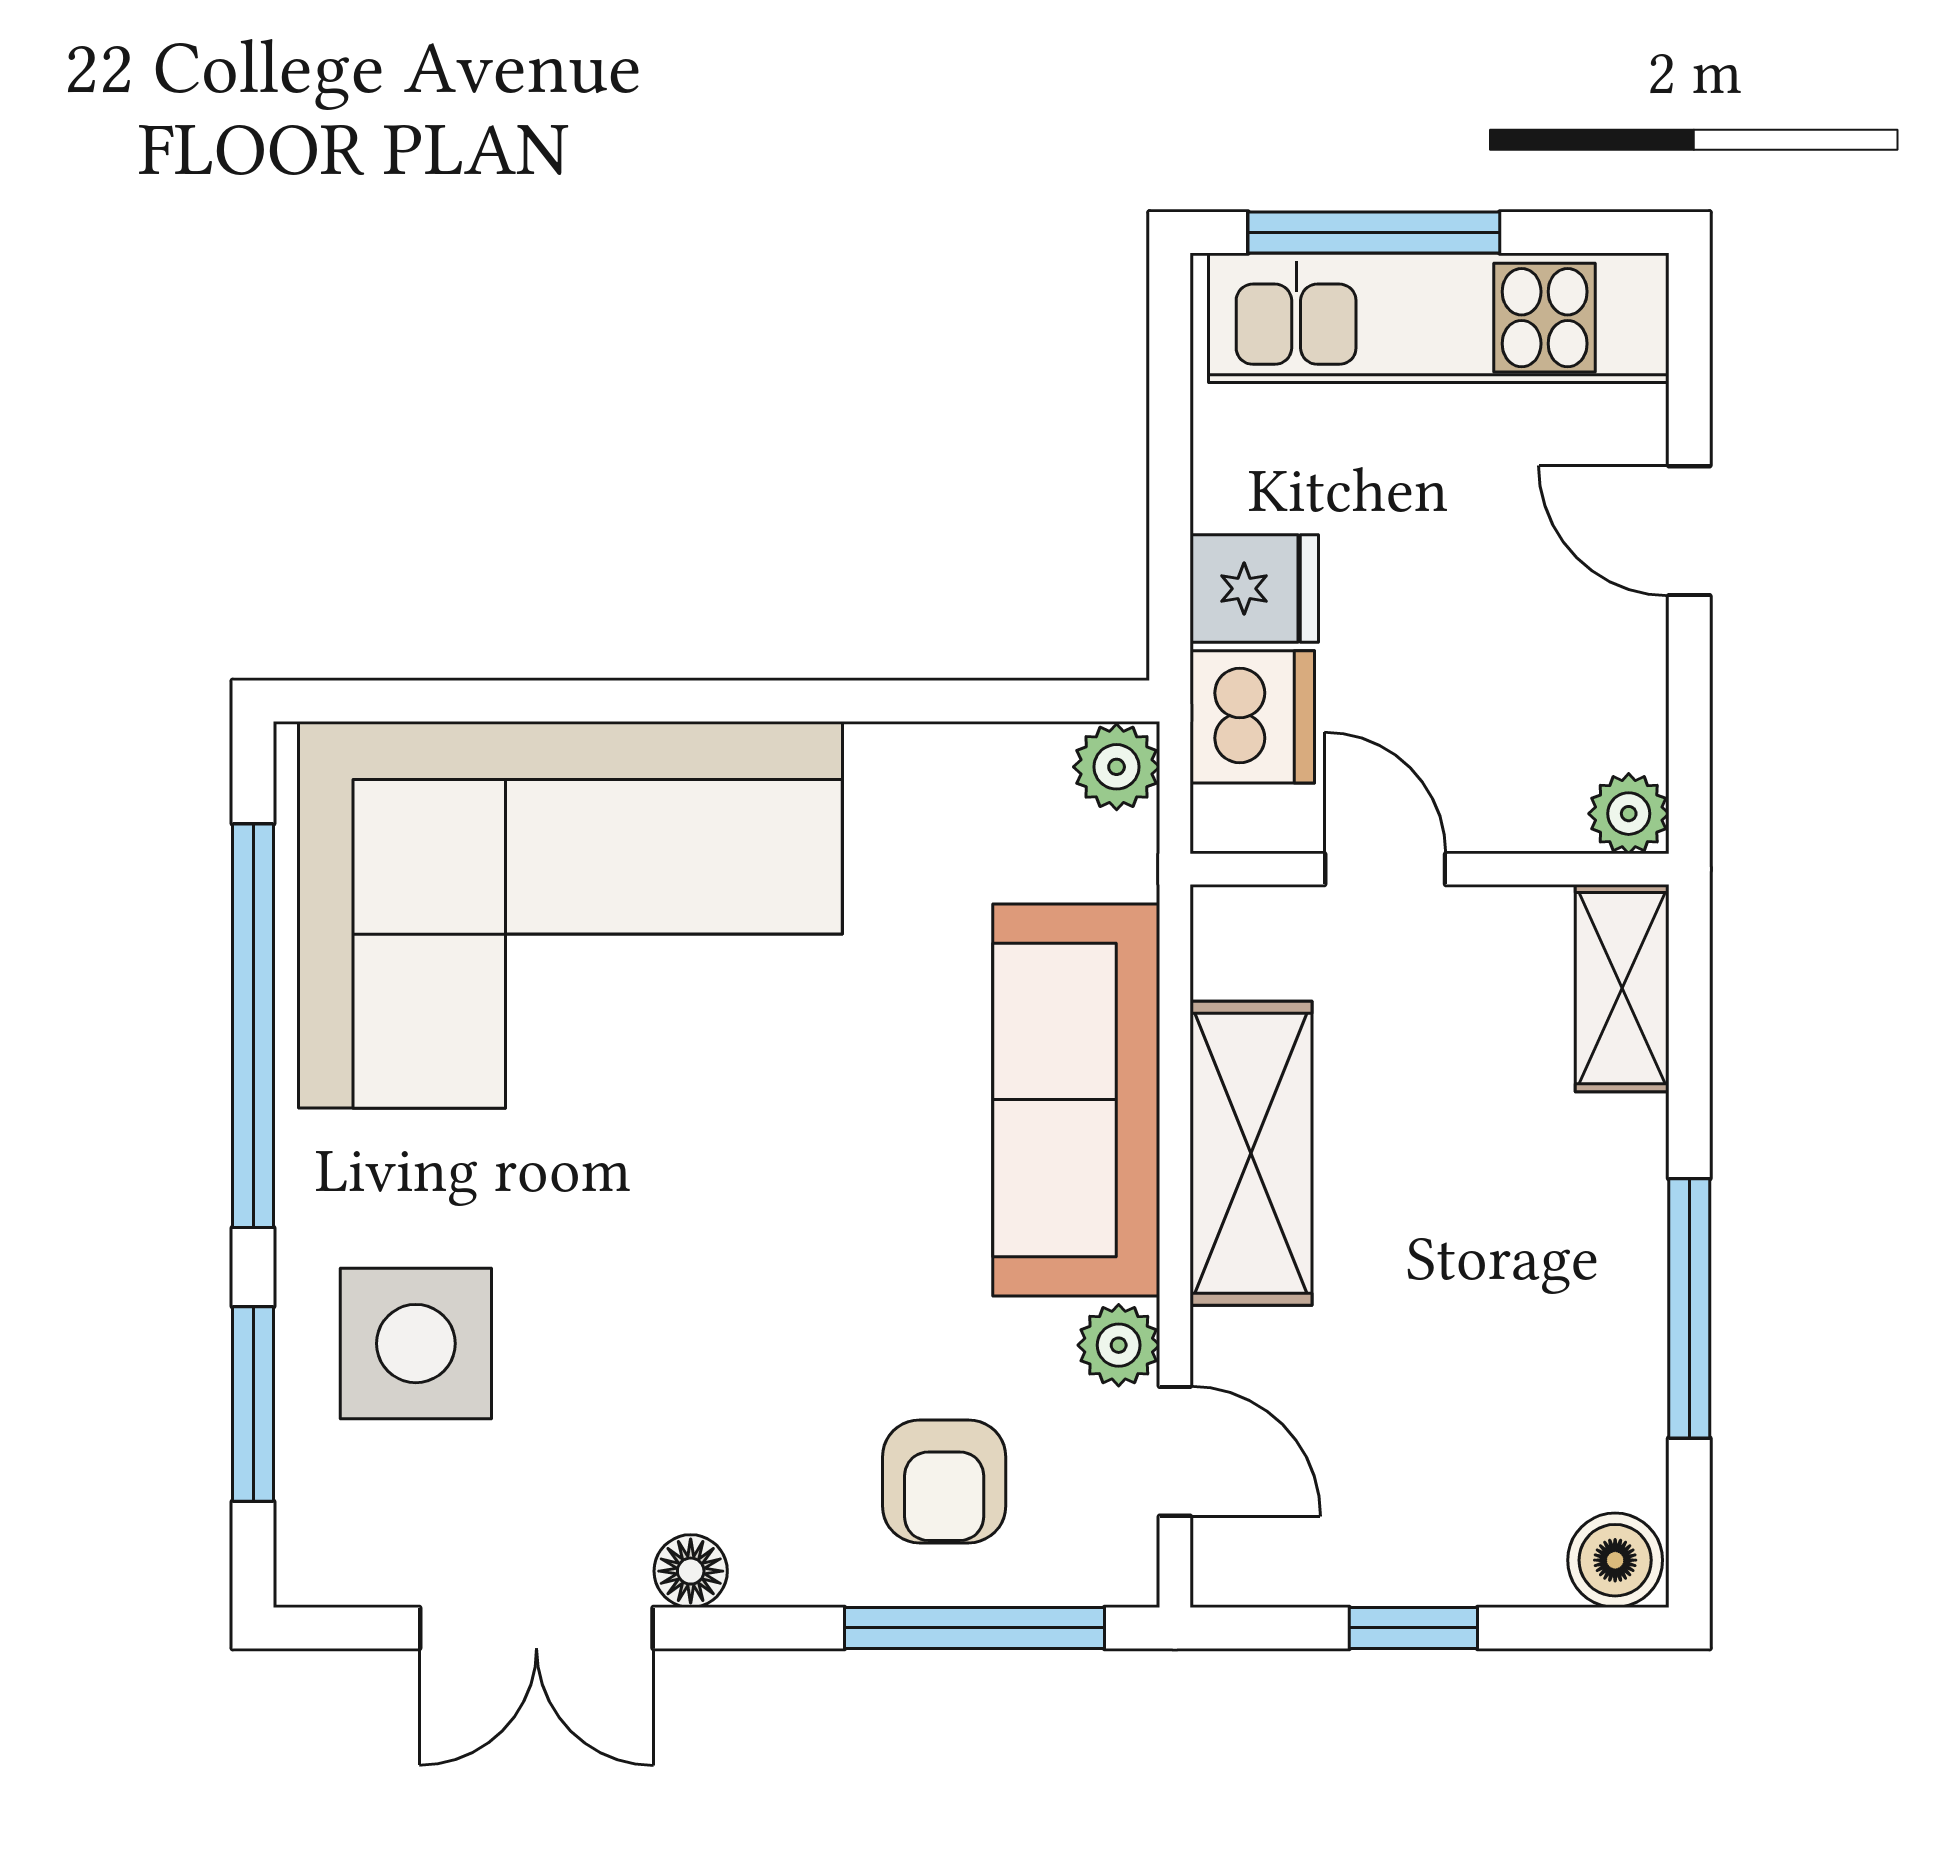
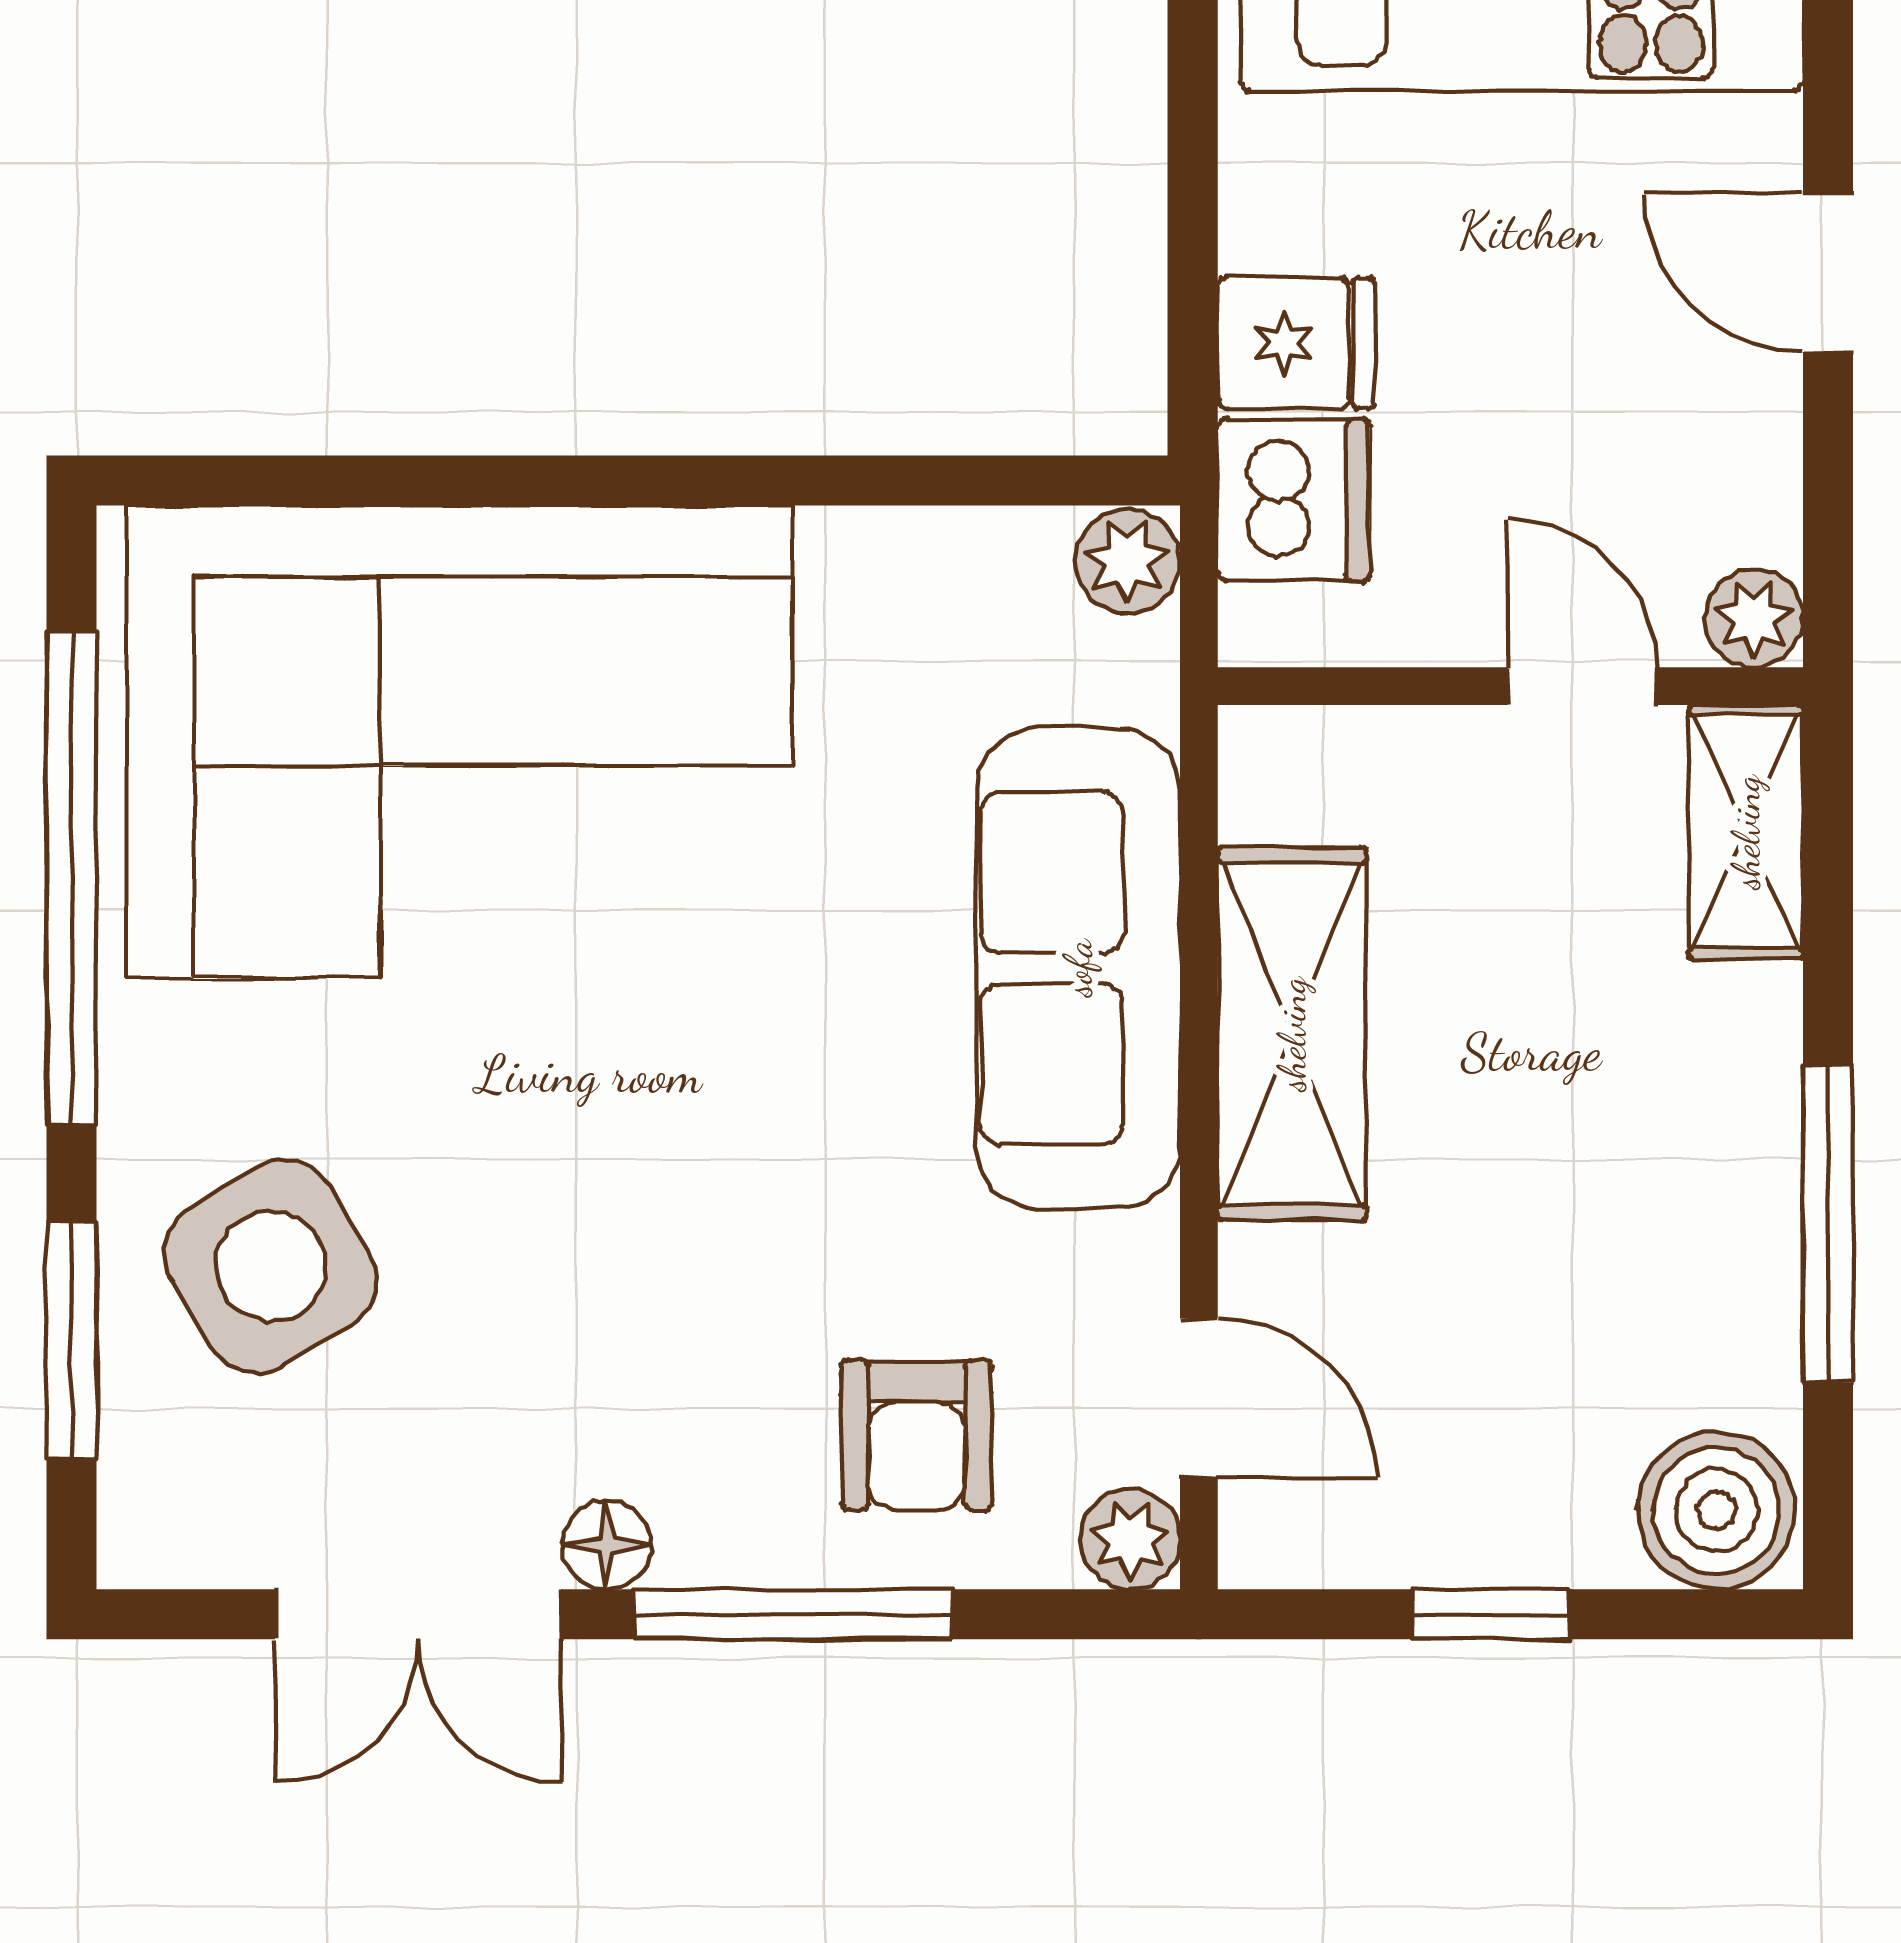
door: (1385, 869) -> (1582, 686), moved
side table: (416, 1344) -> (271, 1266), turned -31
plant: (1119, 1345) -> (1130, 1539), moved
boiler: (1615, 1560) -> (1716, 1510), width x1.36, depth x1.36
window: (974, 1628) -> (793, 1614), moved

